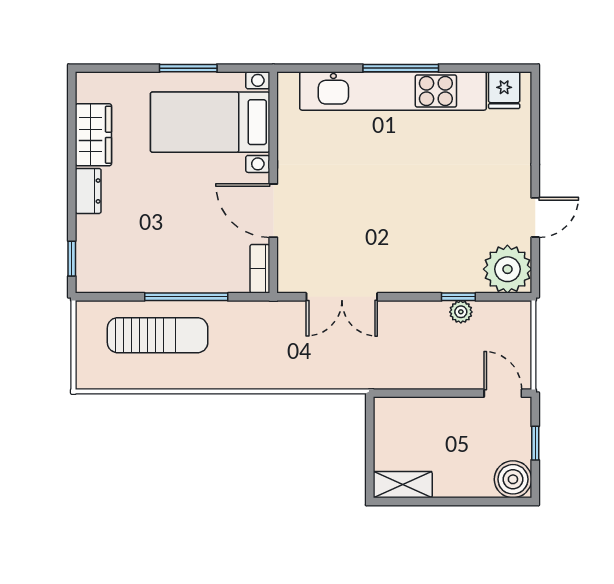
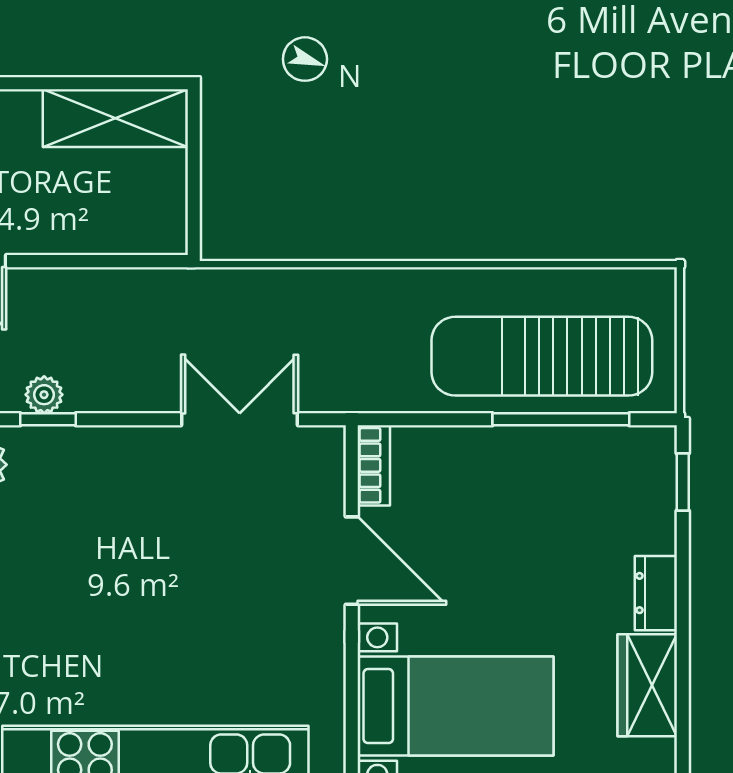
window: (186, 297) -> (561, 419), moved
sun lounger: (158, 335) -> (542, 356), width x1.36, depth x1.34
shelving: (403, 485) -> (115, 118), width x1.50, depth x1.33

